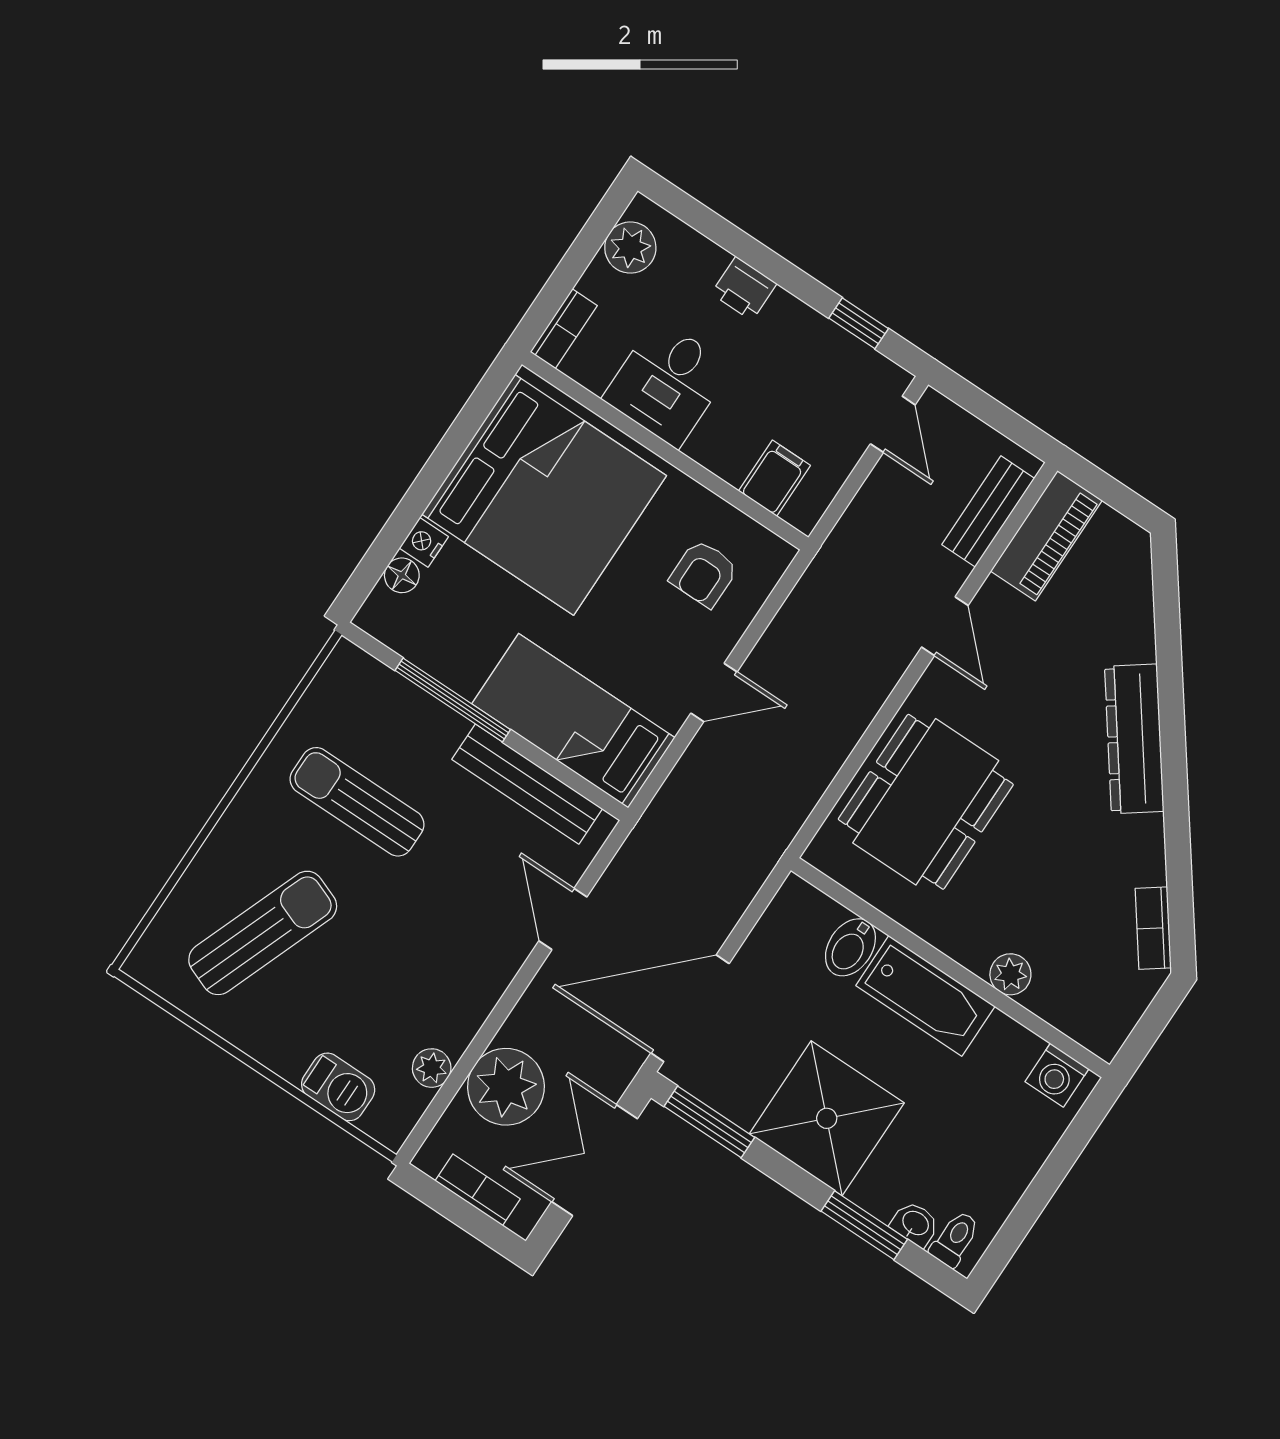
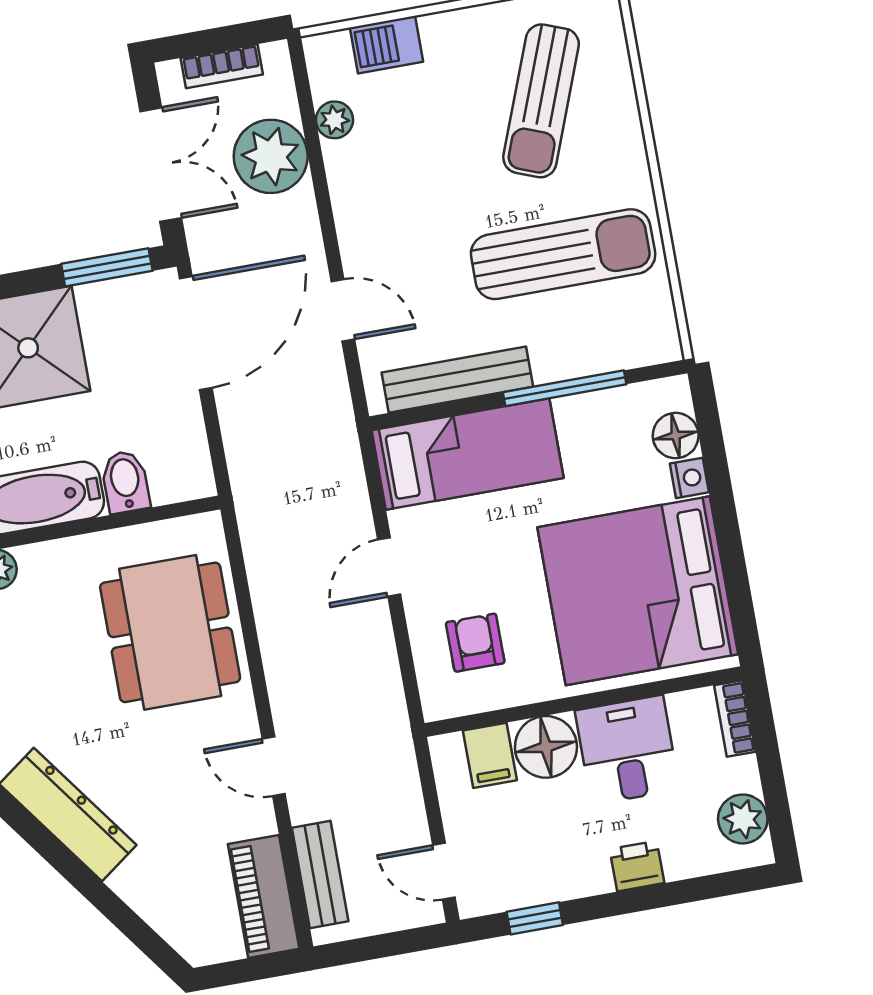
floor lamp: (726, 444) -> (546, 747), added
floor lamp: (402, 575) -> (676, 436), width x1.37, depth x1.37
sun lounger: (357, 802) -> (563, 254), width x1.36, depth x1.34

